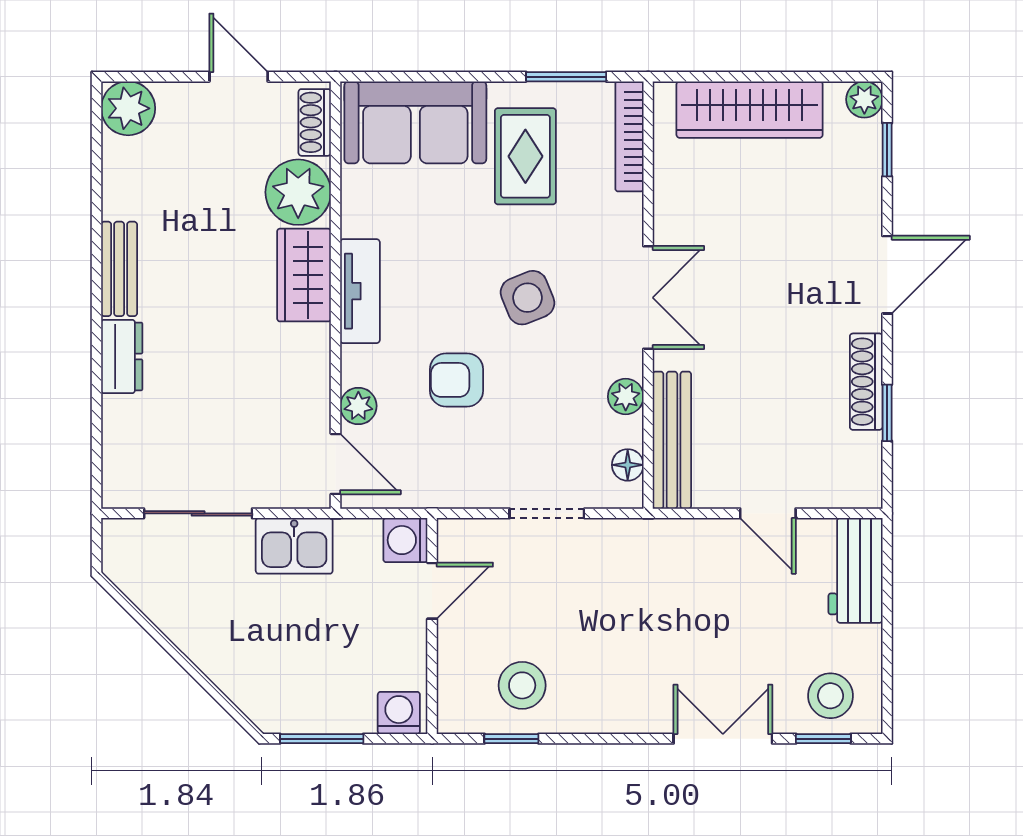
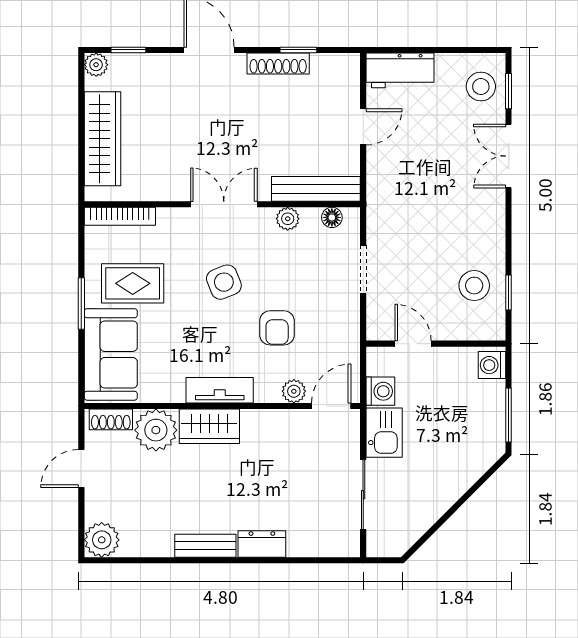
window: (566, 77) -> (81, 304), moved
washing machine: (405, 540) -> (380, 391), moved, turned -90

